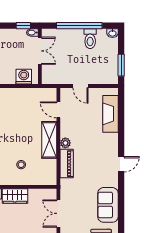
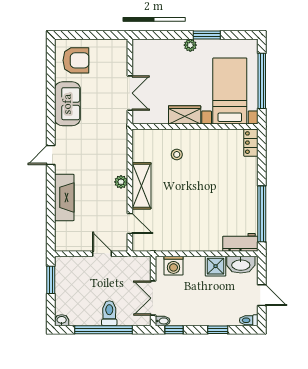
toilet: (90, 39) -> (109, 313), moved
fireplace: (110, 114) -> (64, 197), moved
piano: (67, 164) -> (119, 156), removed

